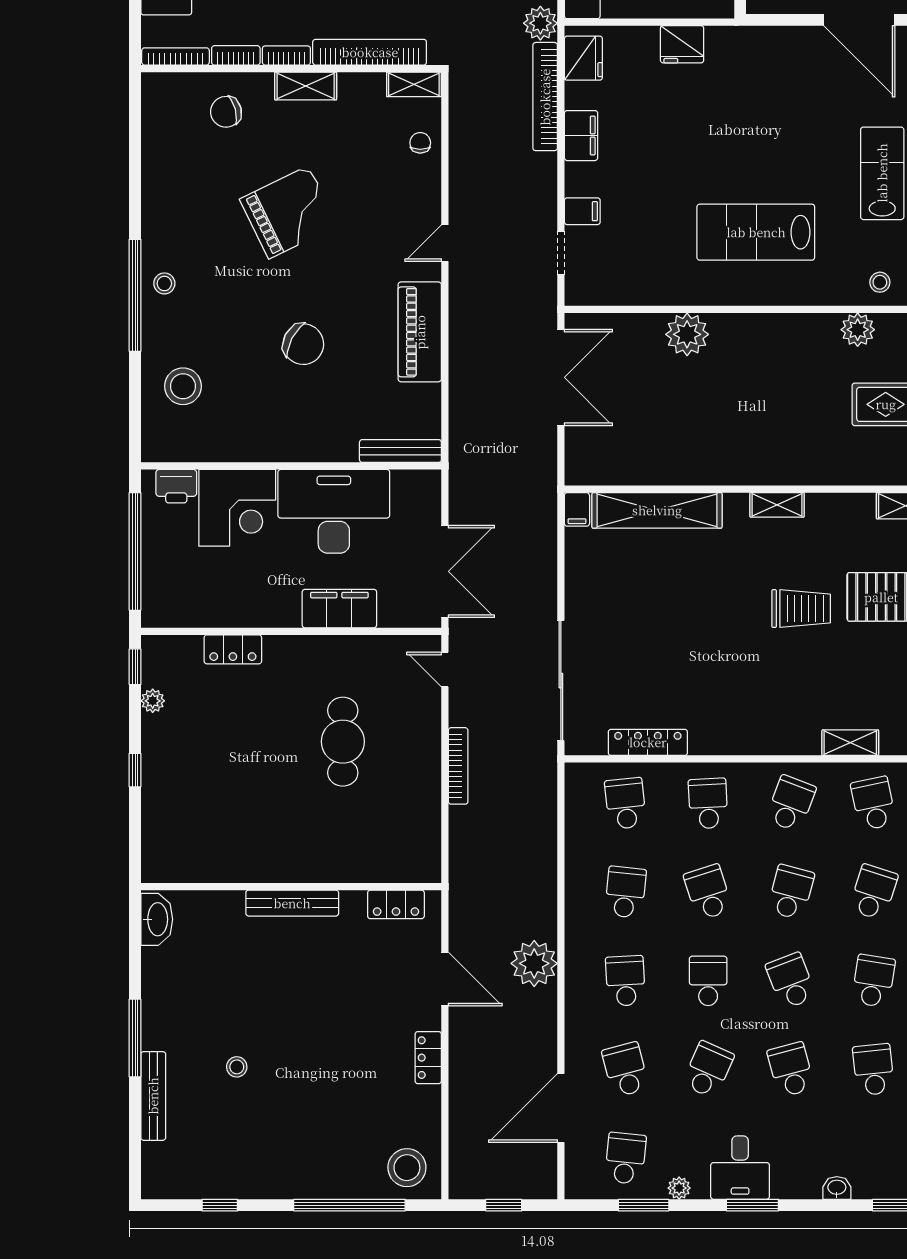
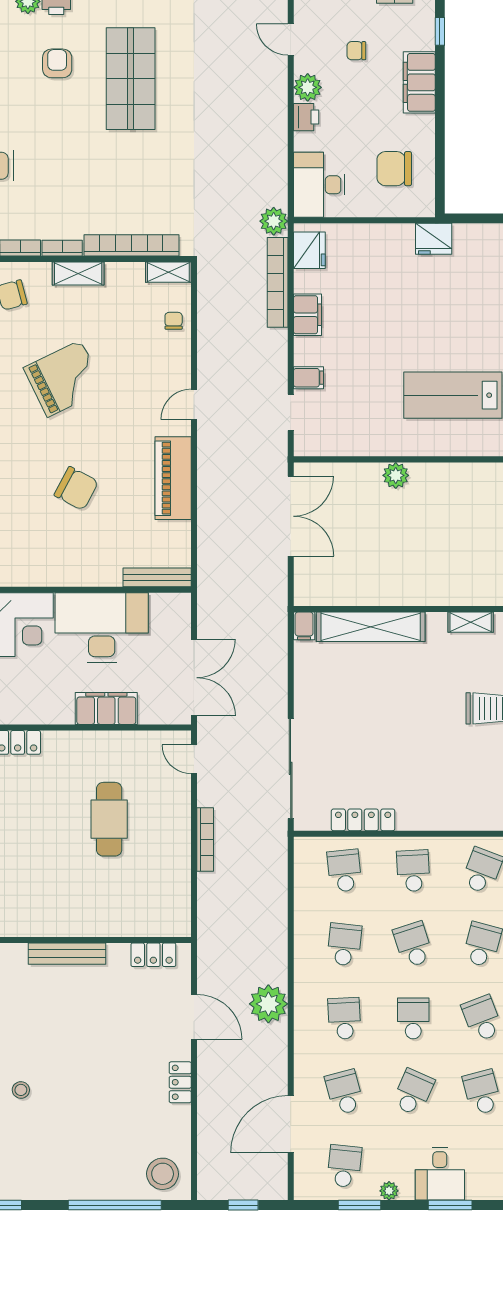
fridge: (682, 44) -> (434, 239), moved
plant: (687, 334) -> (396, 475), width x0.73, depth x0.73

